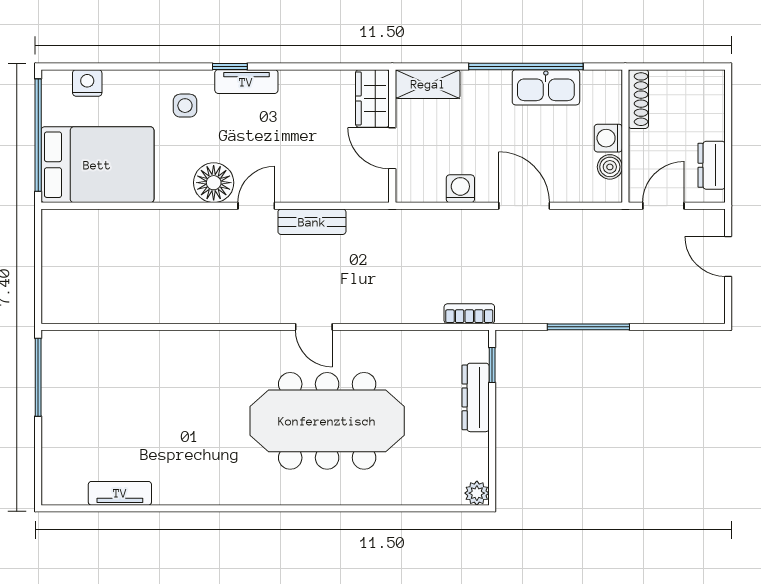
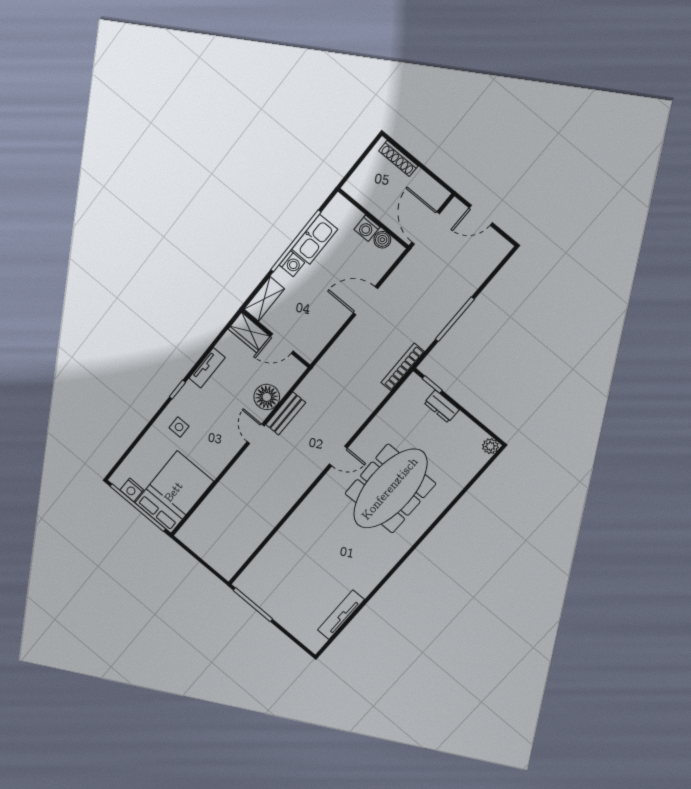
tv unit: (246, 82) -> (207, 368), moved
nightstand: (87, 83) -> (132, 490), moved, turned -90
shoe rack: (638, 99) -> (398, 158), moved, turned 180
dresser: (712, 165) -> (426, 185), removed
floor lamp: (214, 183) -> (267, 397), moved
washing machine: (460, 189) -> (292, 264), moved, turned 180
door: (663, 206) -> (426, 228), width x1.38
bookcase: (469, 314) -> (403, 367), width x1.56
dresser: (476, 397) -> (442, 406), width x0.70
tv unit: (120, 493) -> (341, 615), width x1.41

